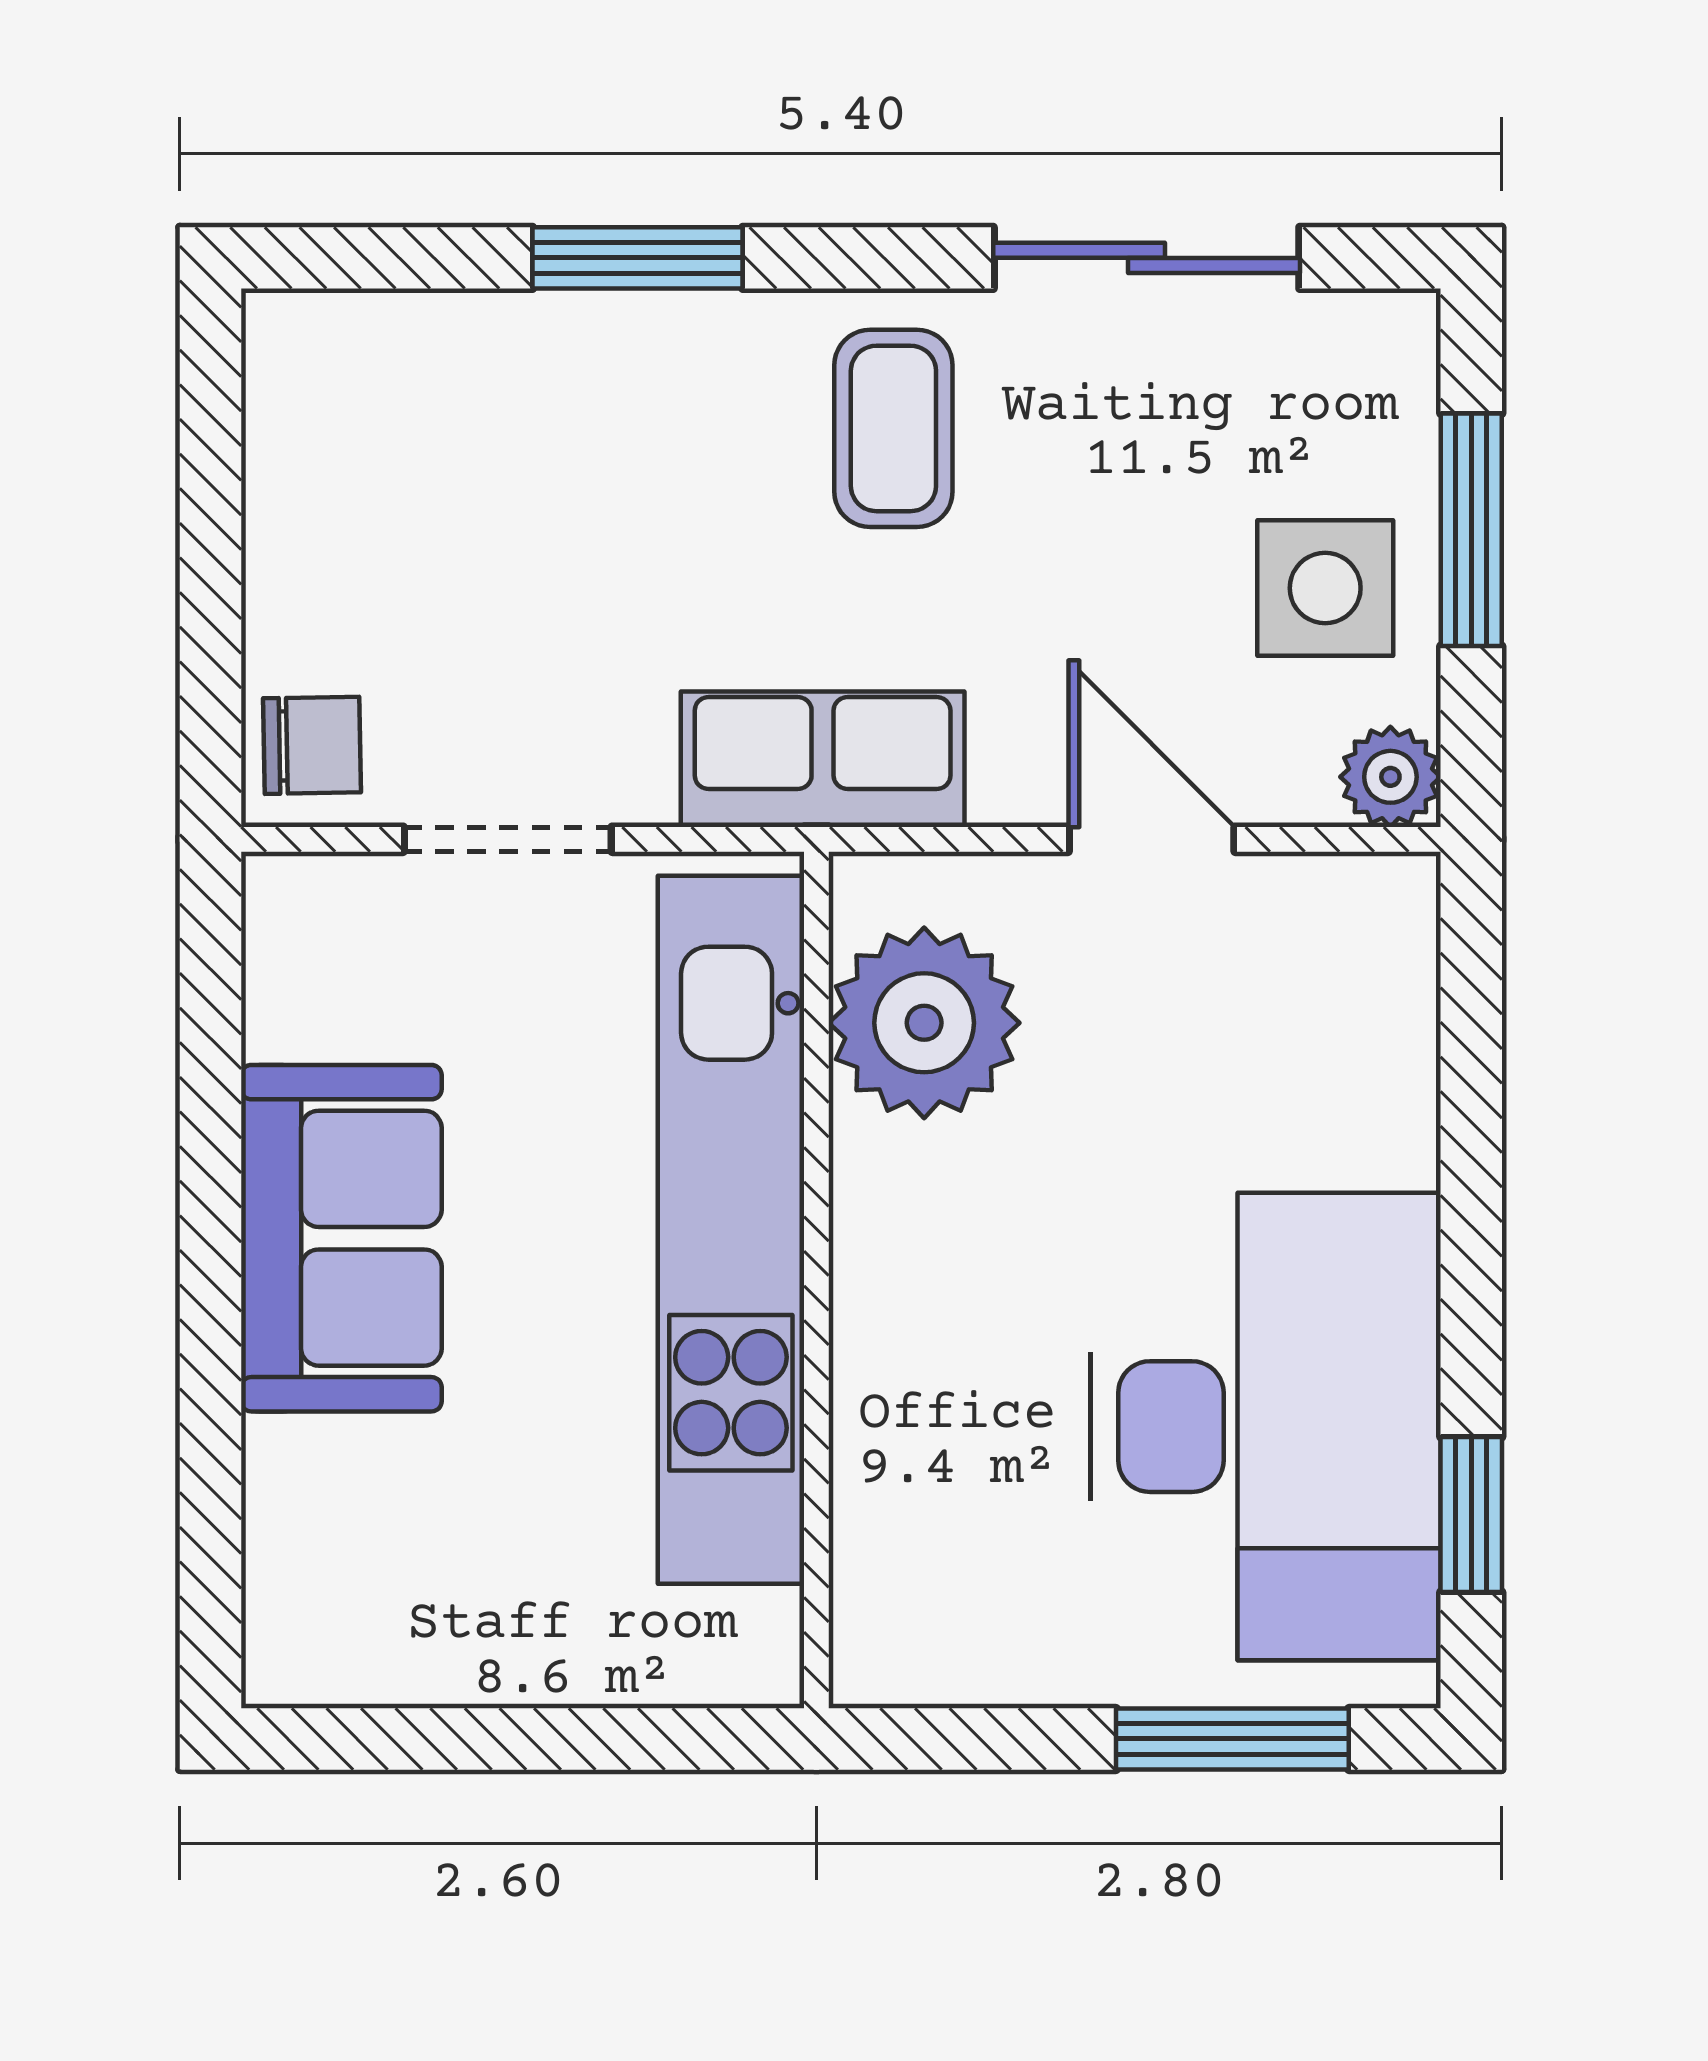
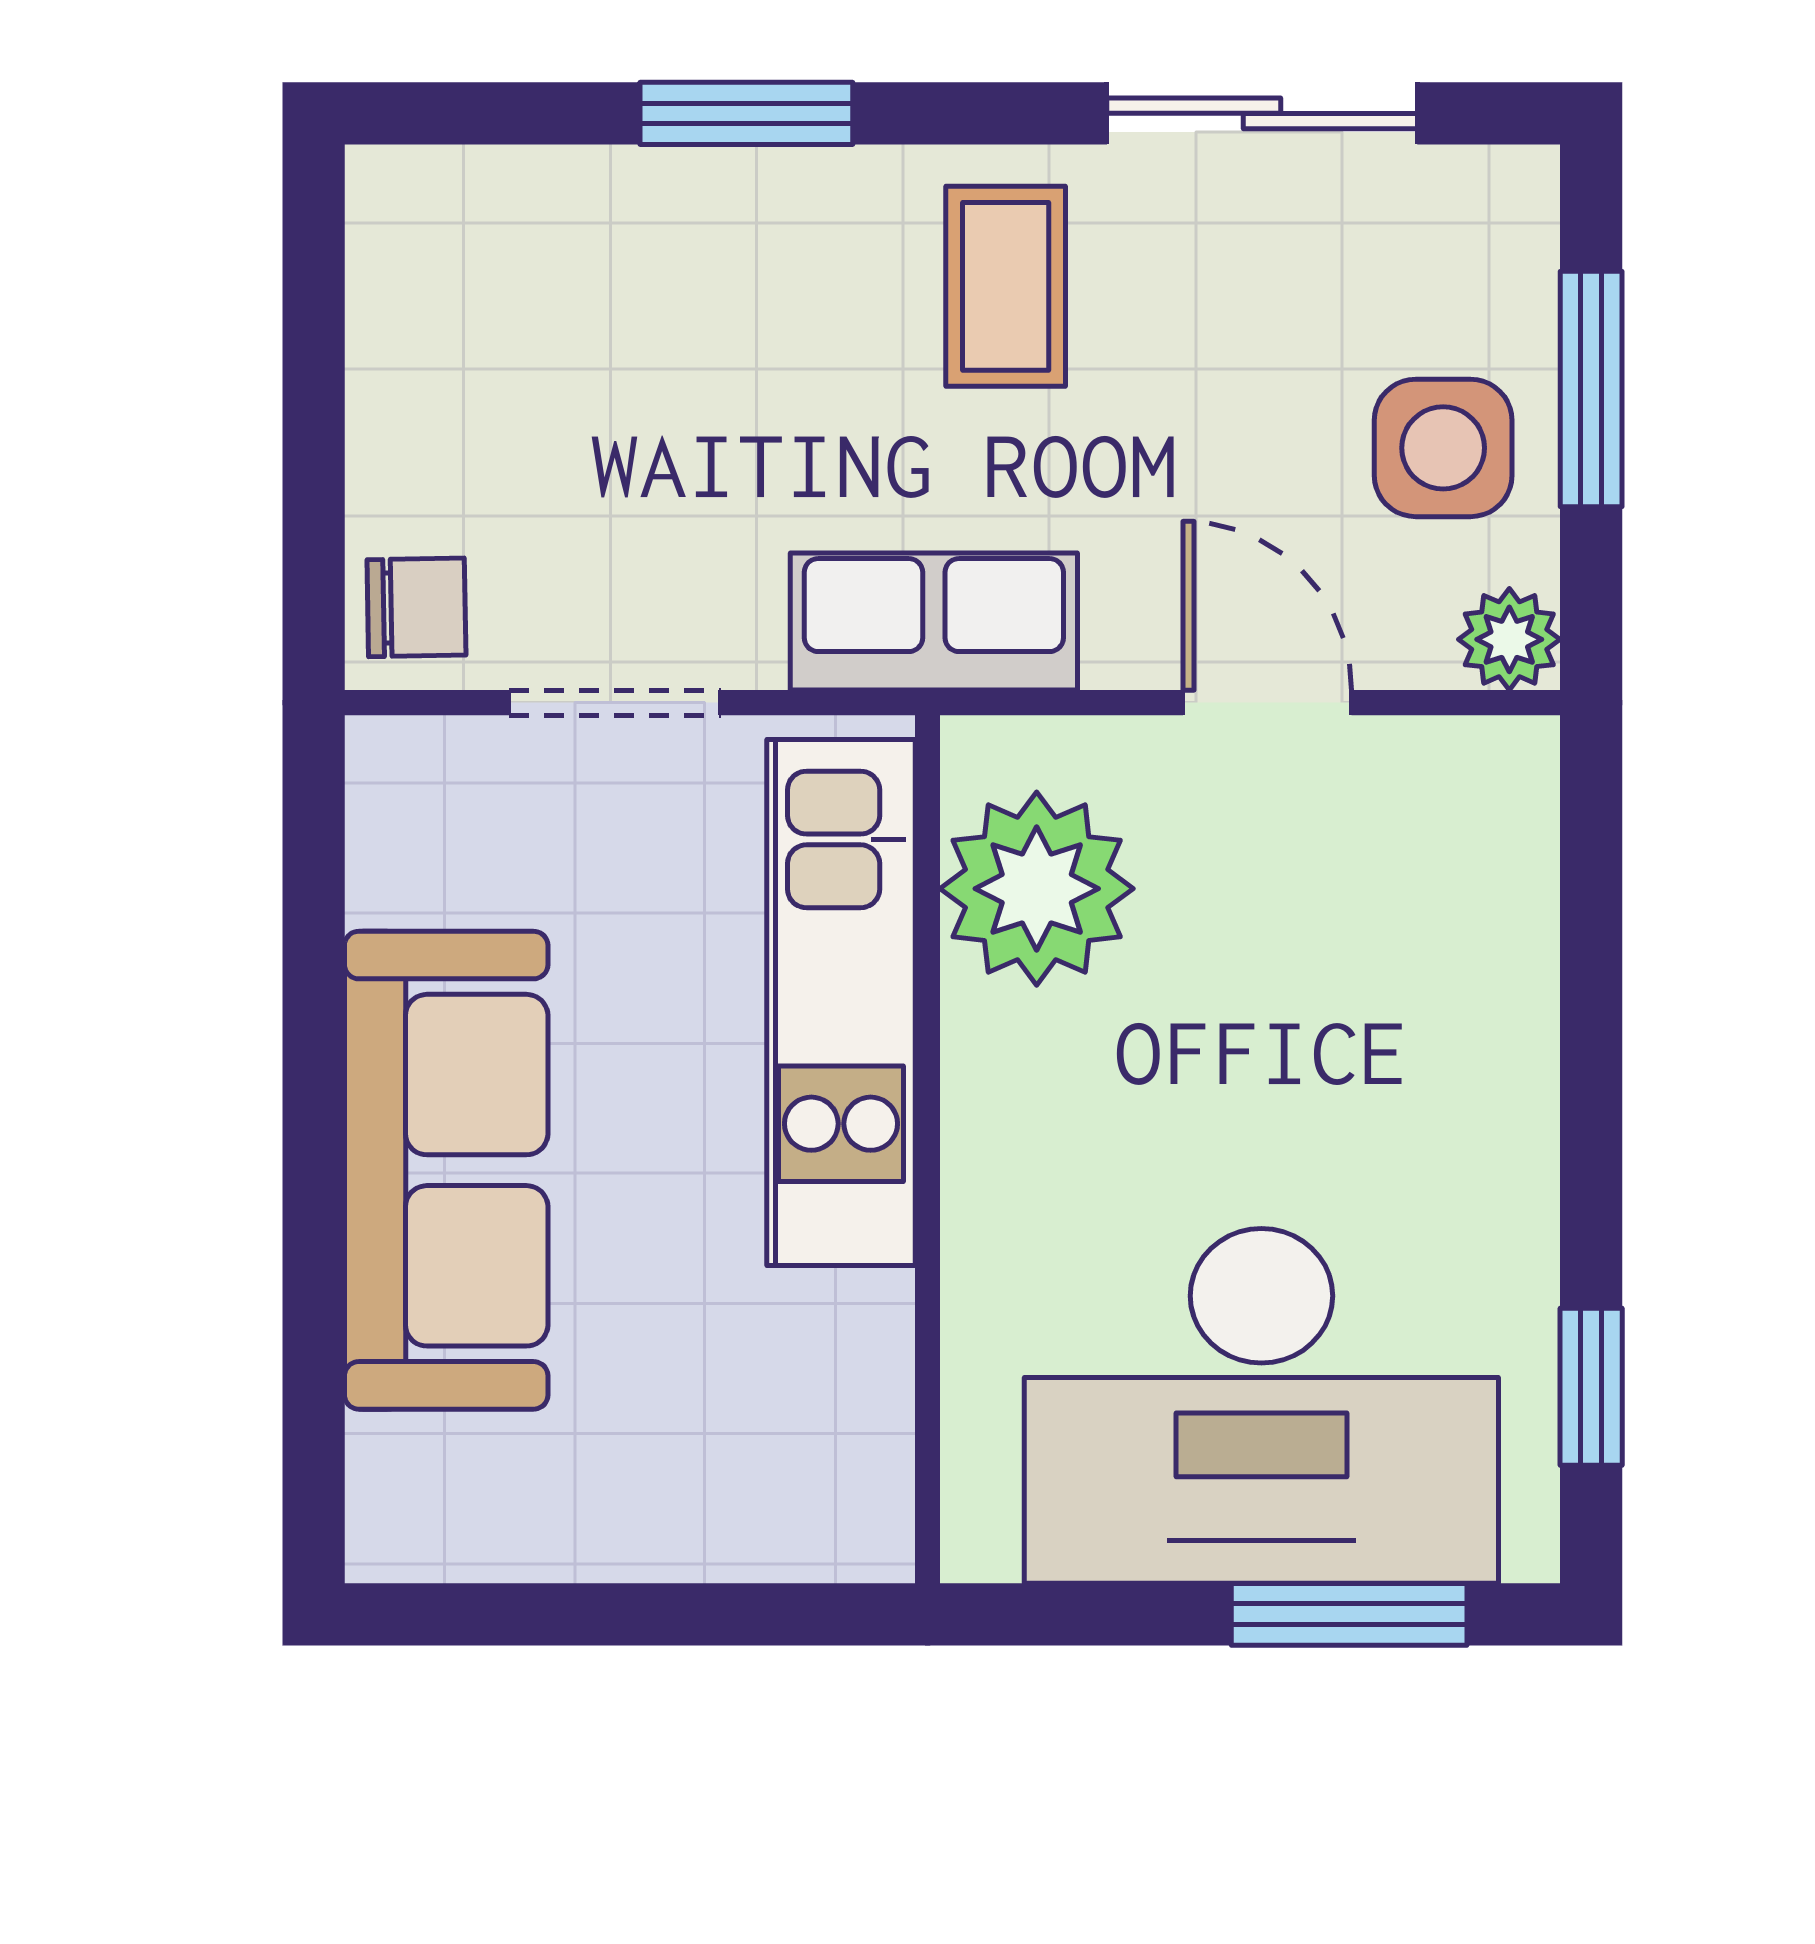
kitchen unit: (731, 1230) -> (841, 1003), width x0.73
sofa: (341, 1238) -> (446, 1170), width x1.36
desk: (1266, 1427) -> (1261, 1406), moved, turned 90

